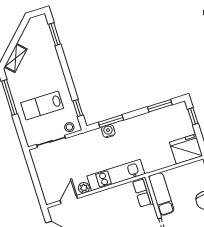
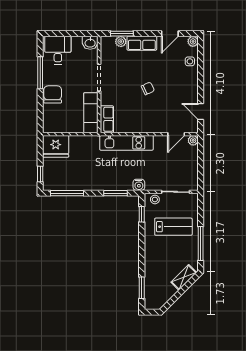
window: (160, 106) -> (67, 193), width x1.44
water cooler: (108, 131) -> (139, 185), moved
plant: (84, 188) -> (193, 140), moved

